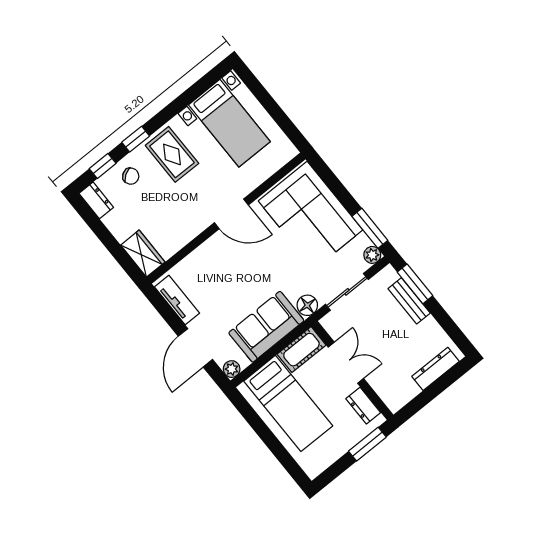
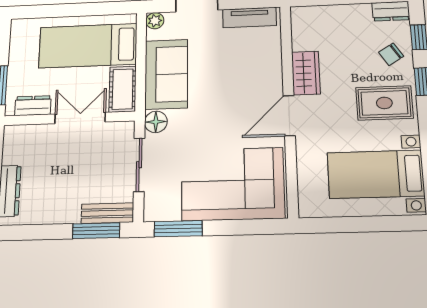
wardrobe: (143, 254) -> (306, 73), moved, turned -90
plant: (372, 255) -> (153, 212), removed
bench: (409, 301) -> (107, 213), moved
double door: (346, 363) -> (80, 118), swing flipped

